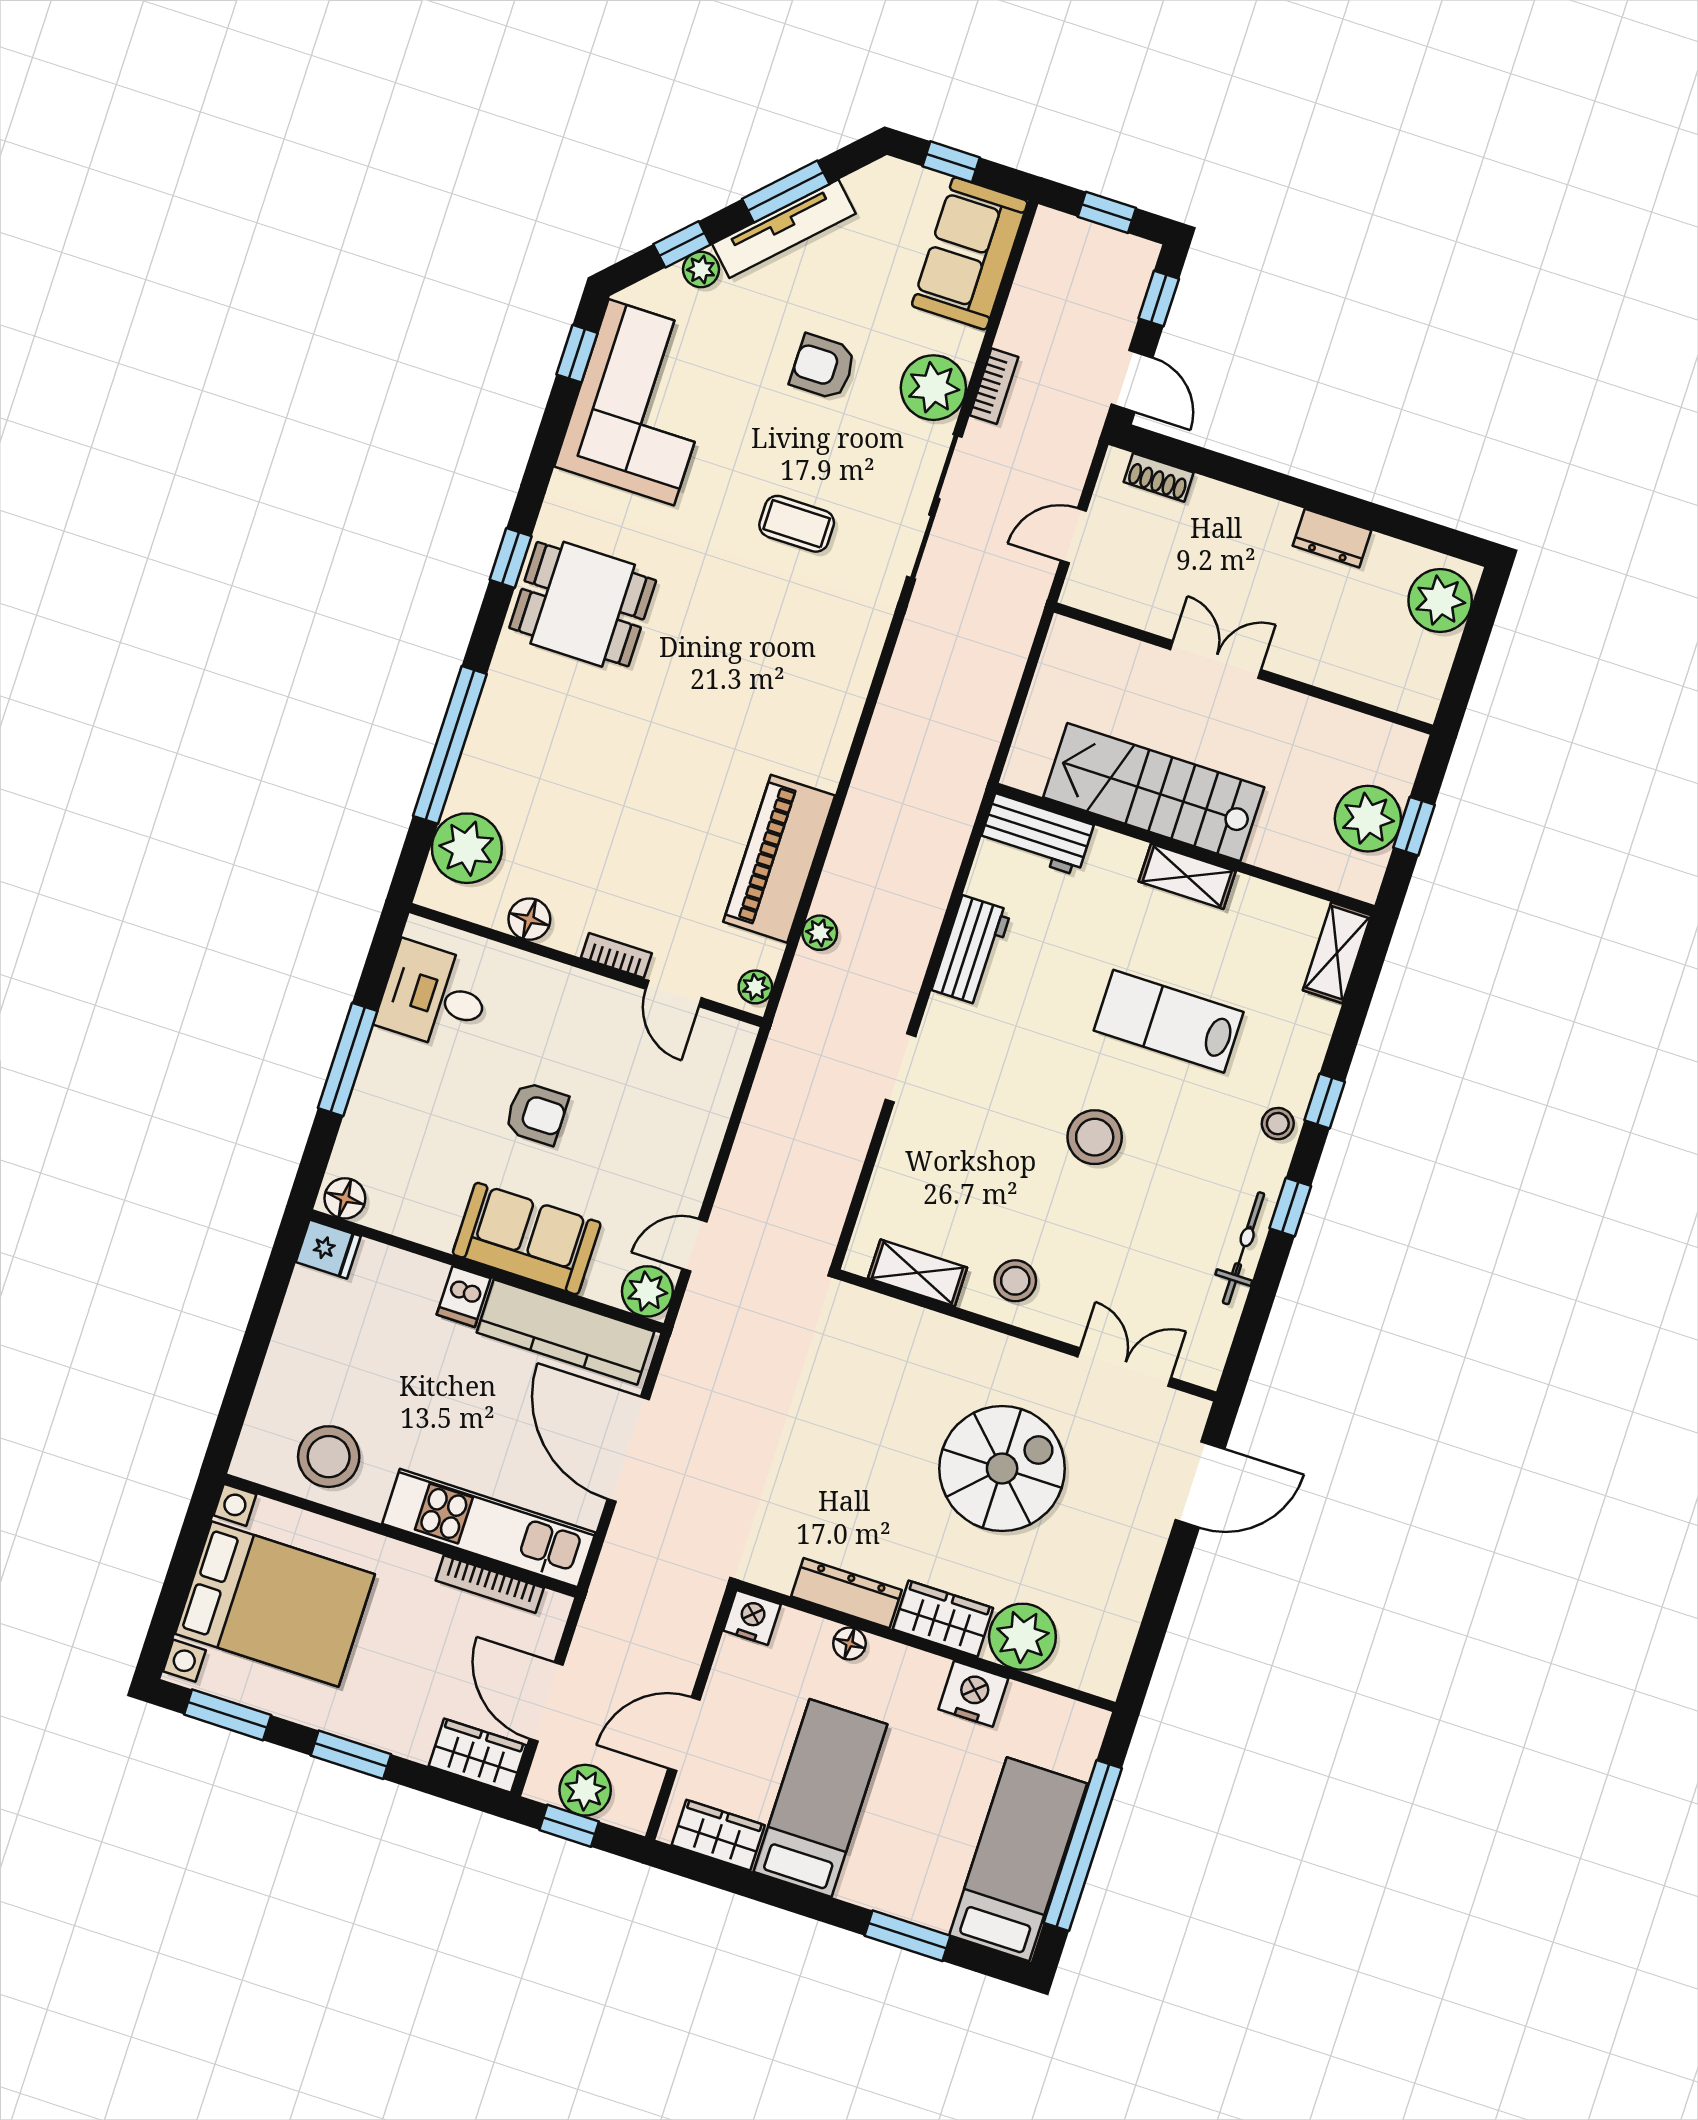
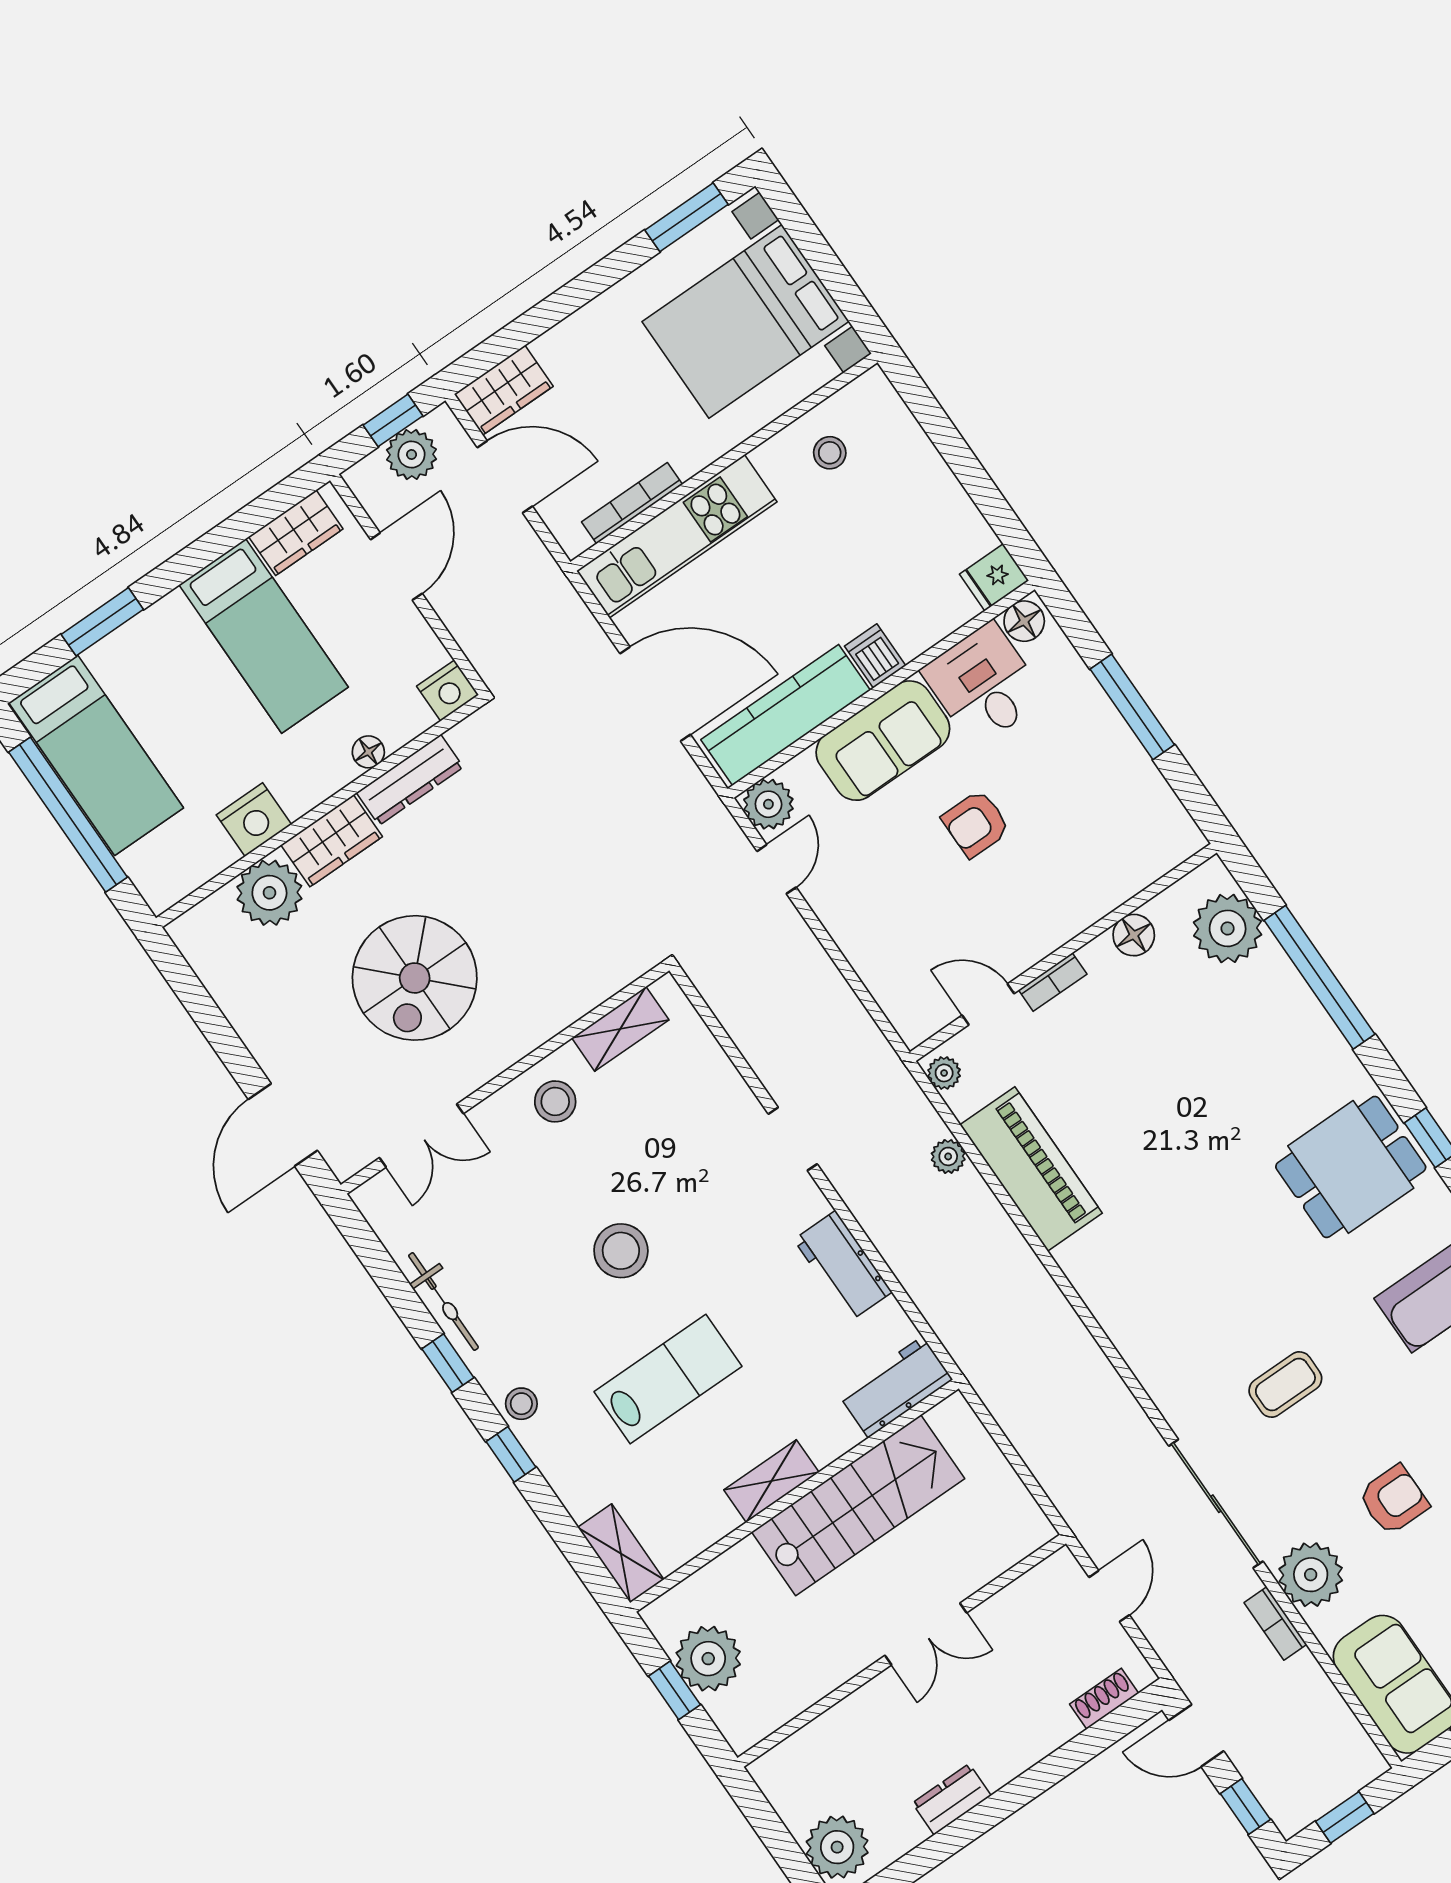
desk: (434, 996) -> (984, 685), moved, turned -90
stool: (329, 1457) -> (830, 453), width x0.53, depth x0.53
window: (351, 1755) -> (581, 291), removed

